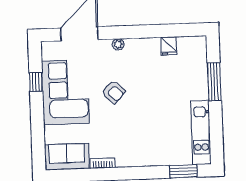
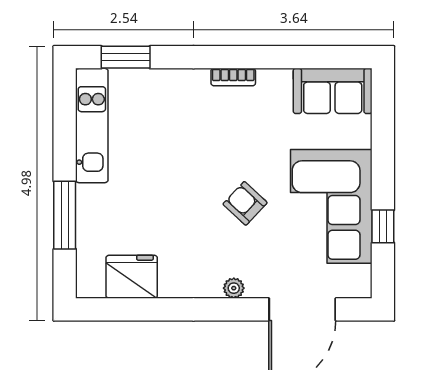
fridge: (169, 46) -> (132, 277), width x1.88, depth x1.34
bookcase: (103, 163) -> (233, 77), moved

